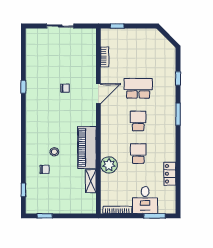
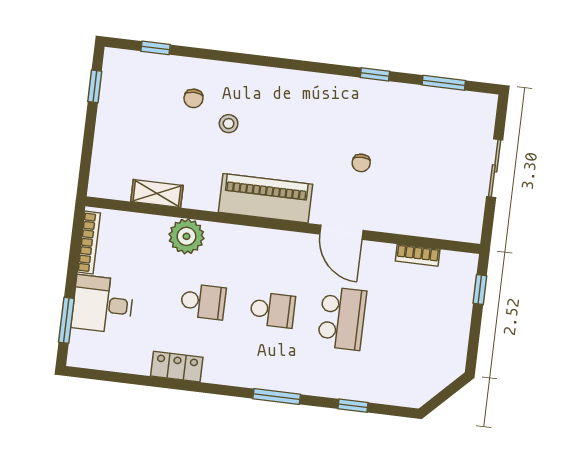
window: (23, 54) -> (444, 83), added
piano: (87, 147) -> (265, 198), moved
locker: (170, 174) -> (177, 367), moved

